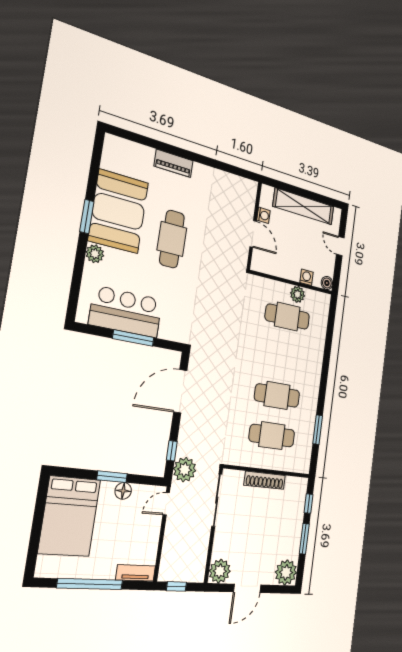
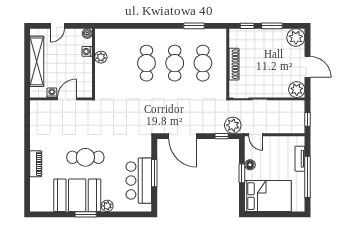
cafe table: (287, 317) -> (147, 63), moved
tv unit: (136, 573) -> (300, 159), moved

